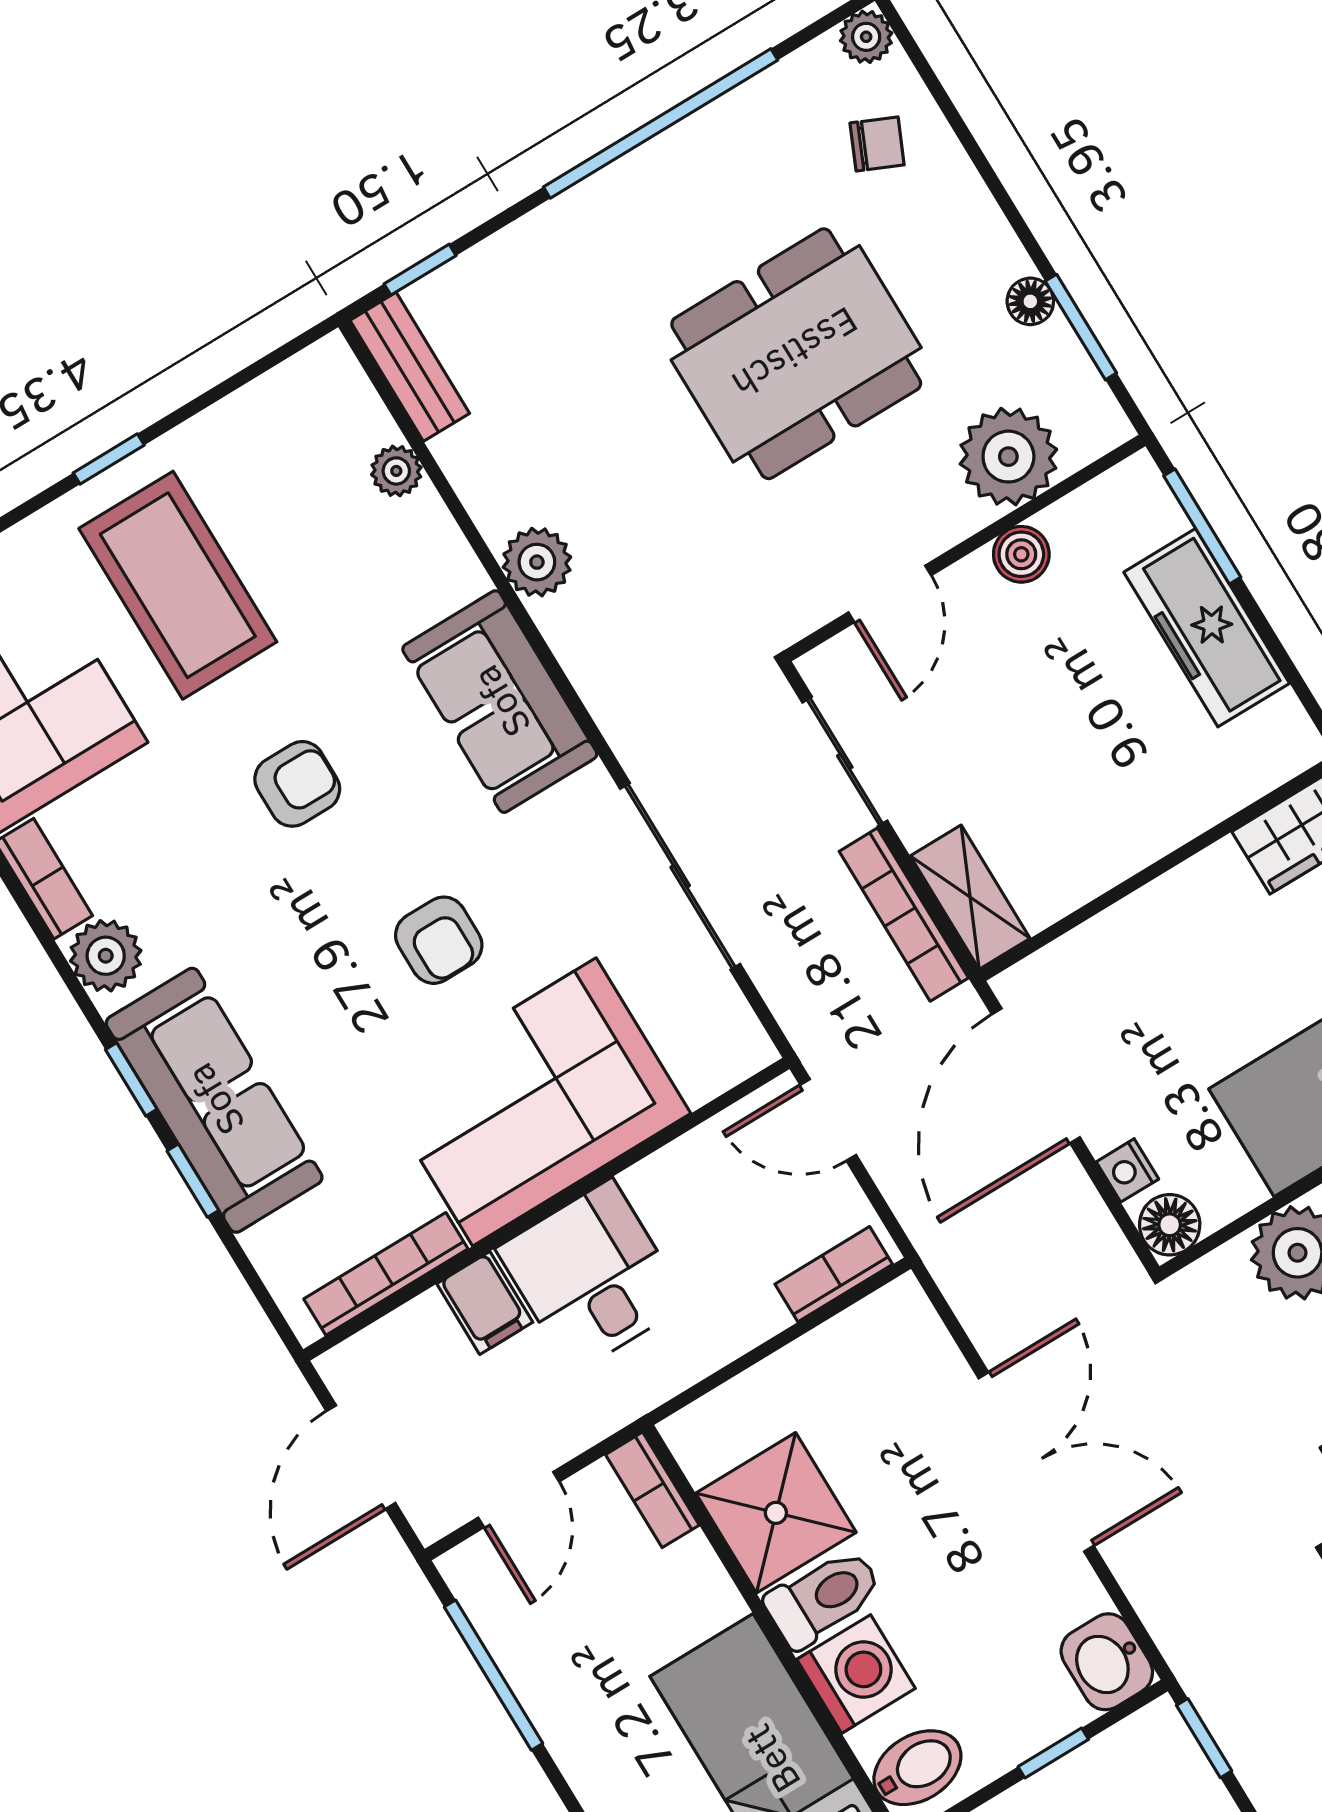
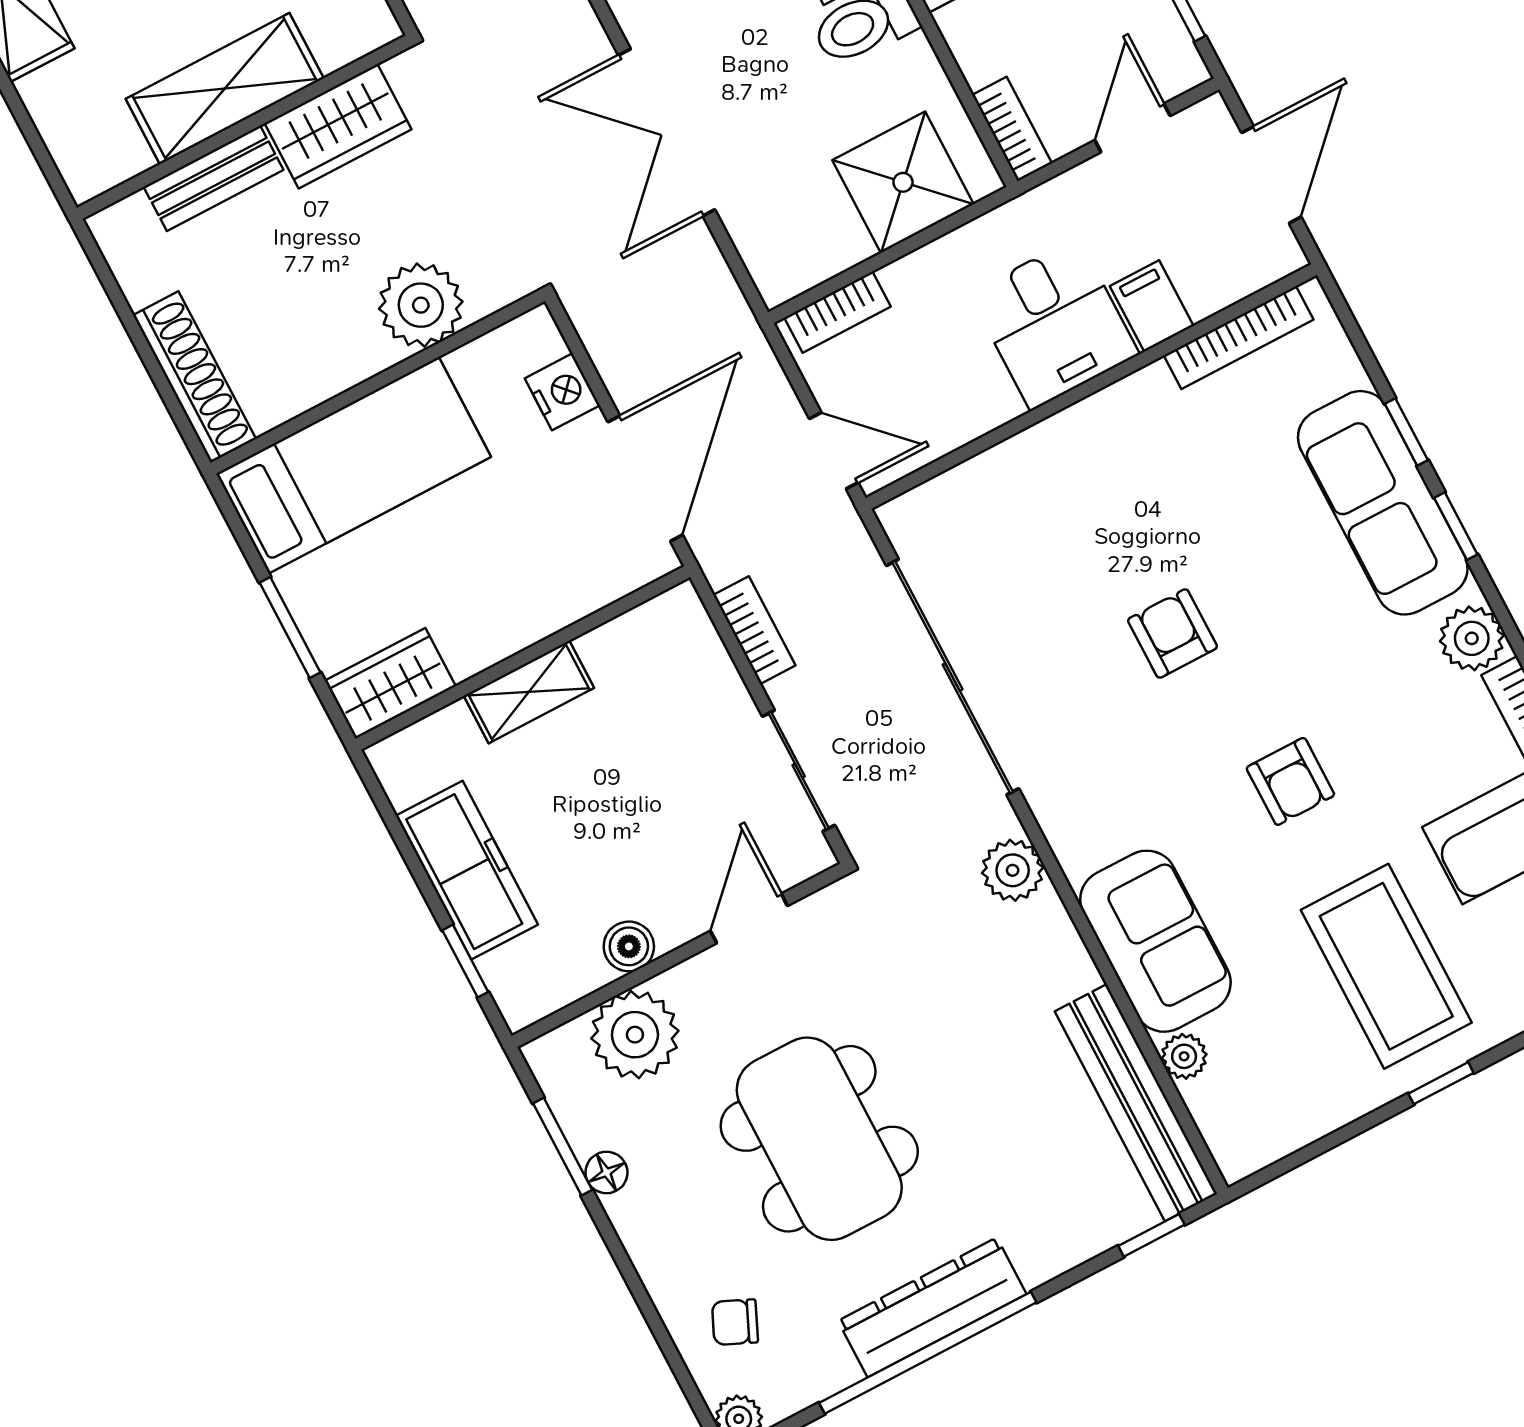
dresser: (659, 174) -> (932, 1307), added
dining table: (796, 354) -> (819, 1139), turned 90
bench: (410, 367) -> (1136, 1103), width x1.86, depth x1.21
window: (1202, 526) -> (465, 961), width x0.67
plant: (537, 562) -> (1013, 870), moved
sofa: (500, 702) -> (1155, 941), moved
armchair: (297, 784) -> (1290, 781), turned -90
sliding door: (680, 876) -> (953, 677), width x1.36
shelving: (970, 897) -> (529, 692), moved, turned 90
bookcase: (904, 915) -> (754, 630), width x0.64
corner sofa: (534, 1102) -> (1096, 483), removed
nightstand: (1127, 1170) -> (562, 392), width x1.39, depth x1.35
floor lamp: (1170, 1225) -> (534, 337), removed
shower: (776, 1513) -> (903, 182), moved

